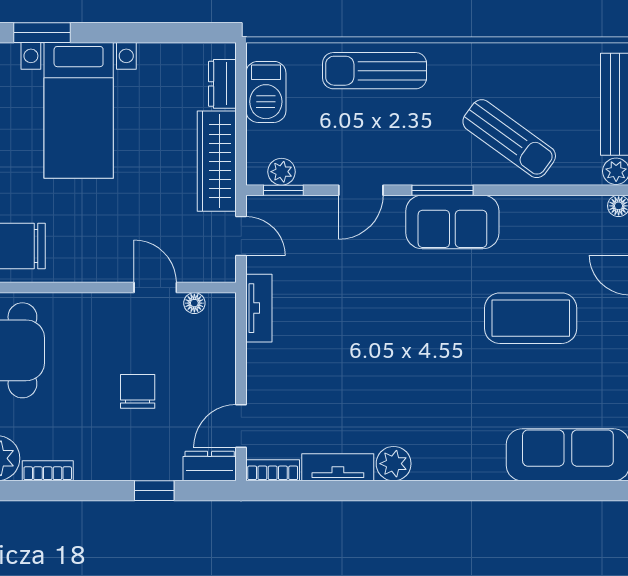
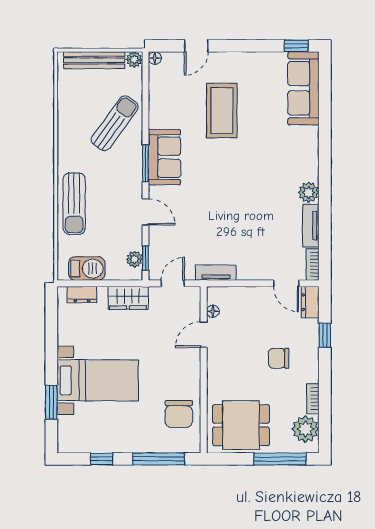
wardrobe: (217, 161) -> (128, 298), width x0.67
chair: (138, 391) -> (279, 358), moved

